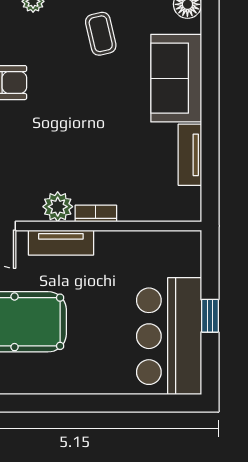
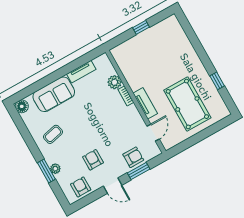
plant: (58, 207) -> (115, 82), moved
bar counter: (169, 336) -> (158, 39), removed
window: (26, 403) -> (217, 81), added

